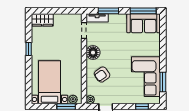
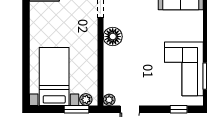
window: (29, 49) -> (26, 32), removed
armchair: (102, 75) -> (125, 66), removed

